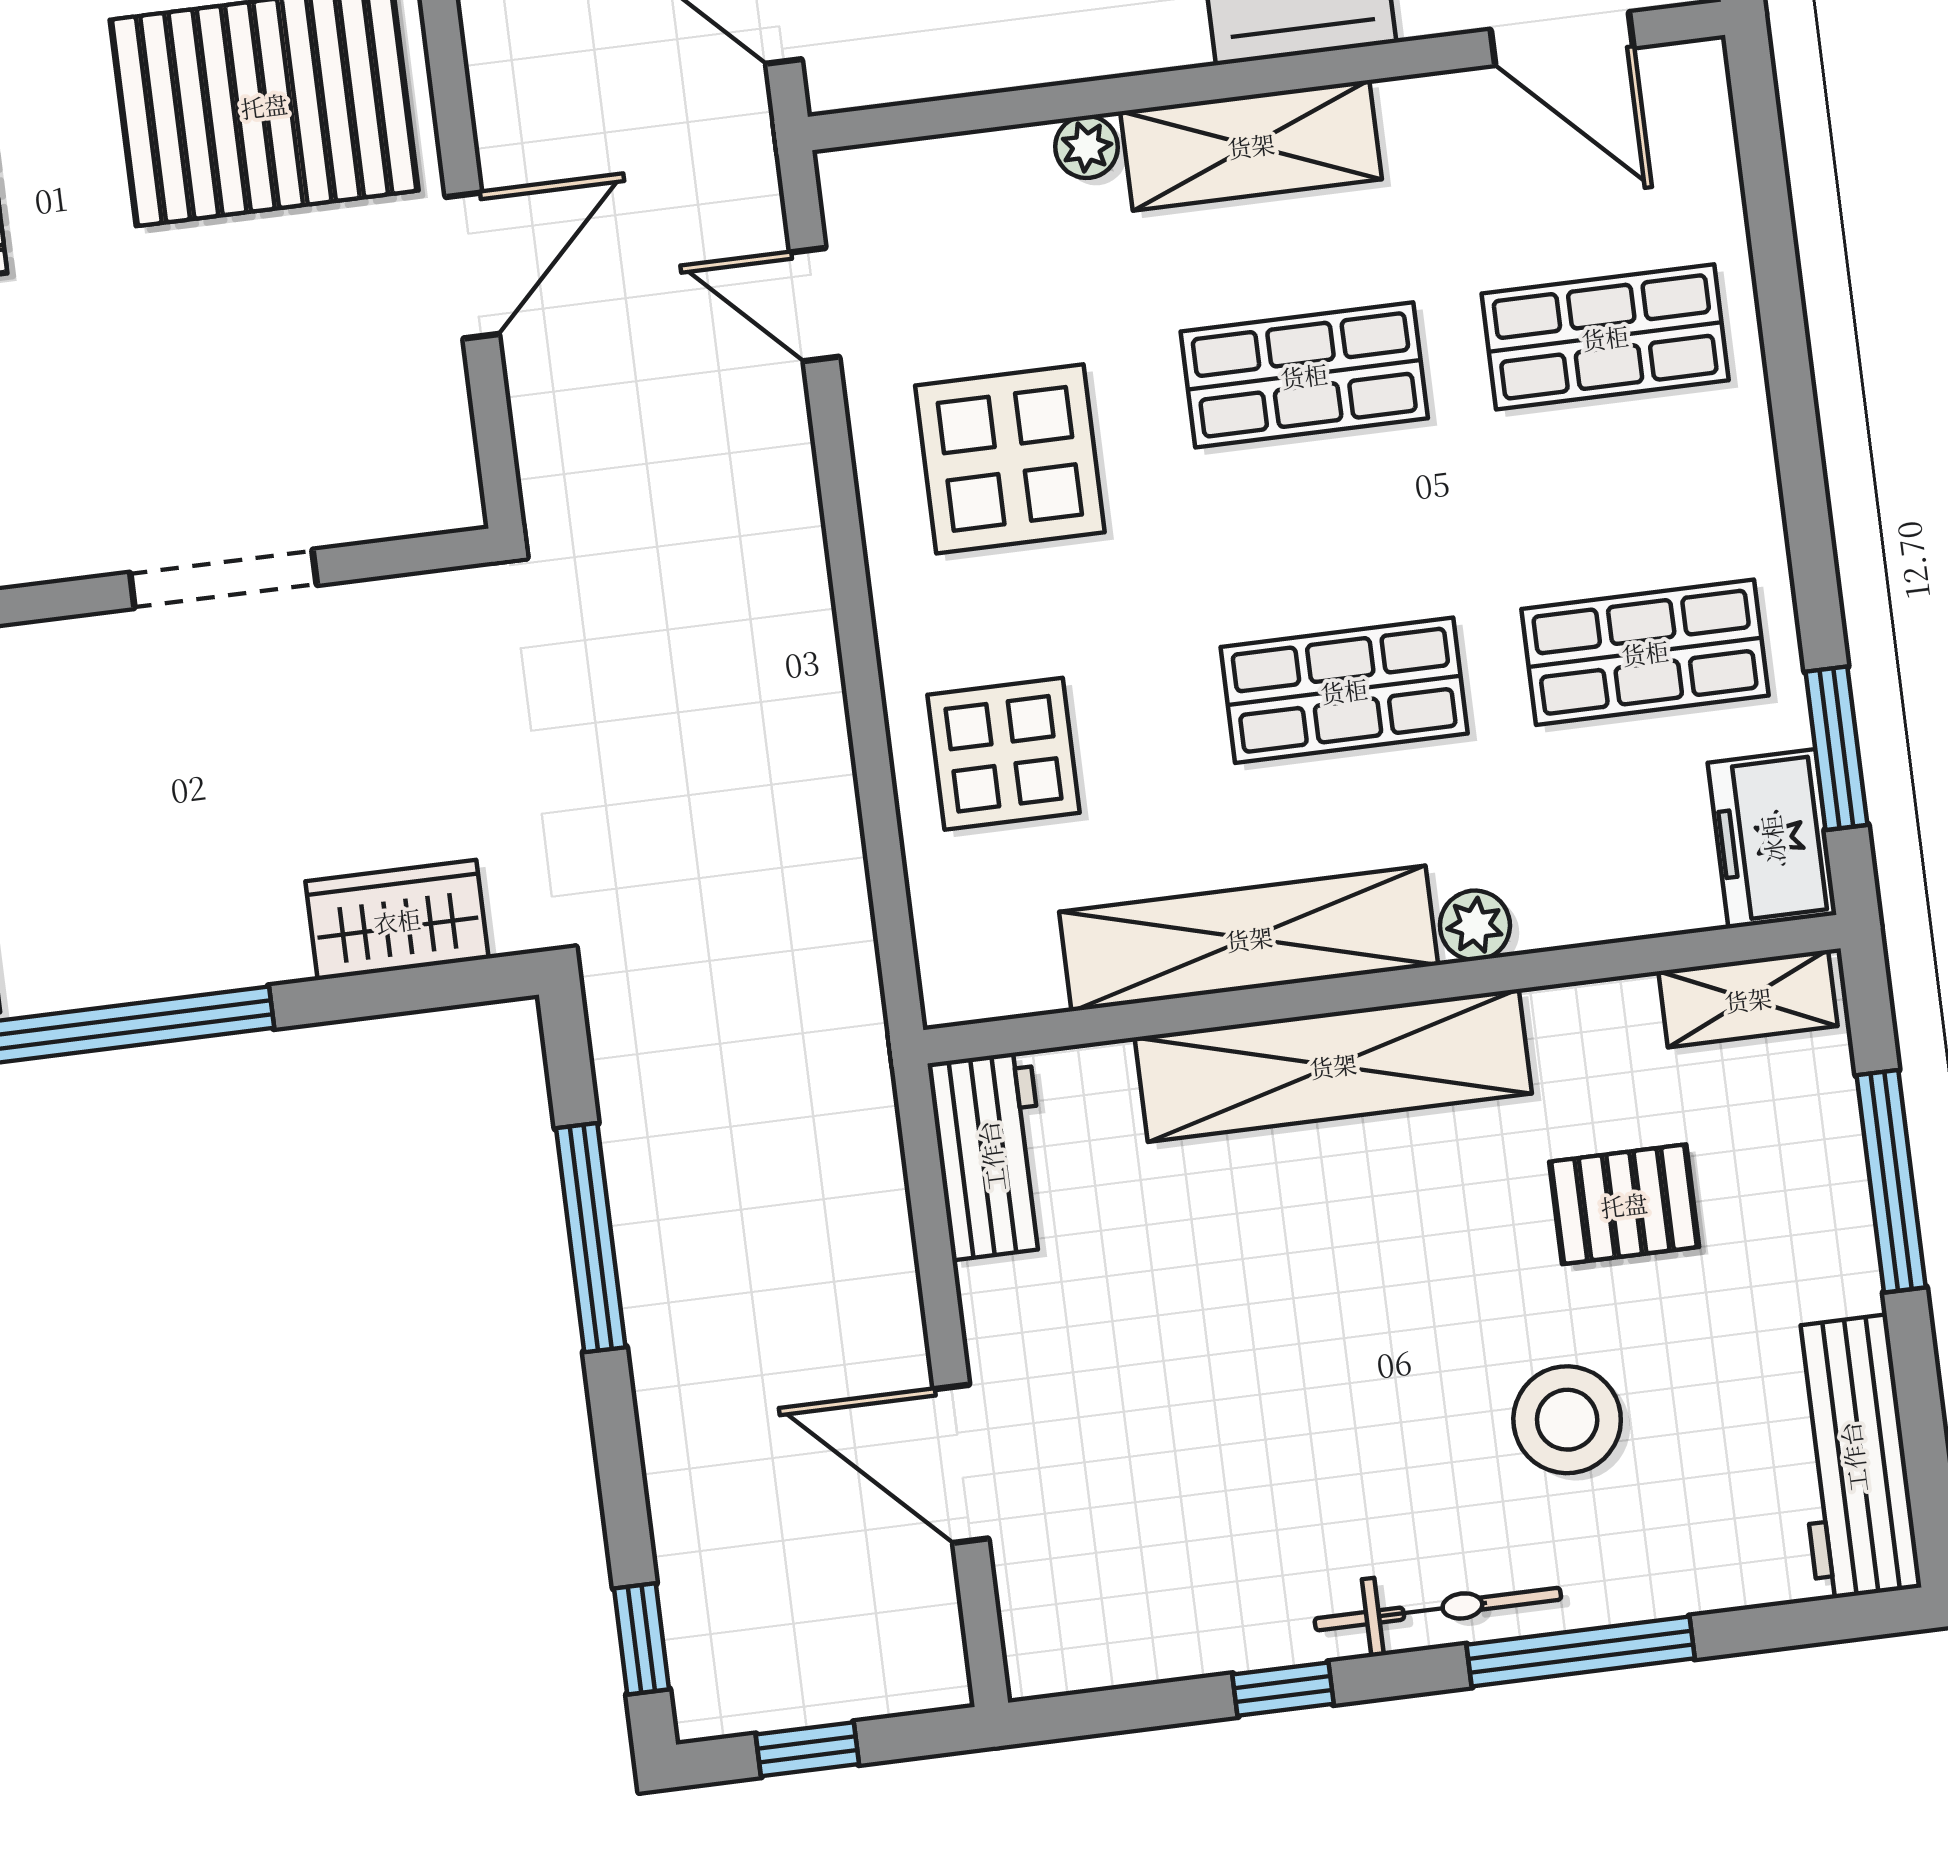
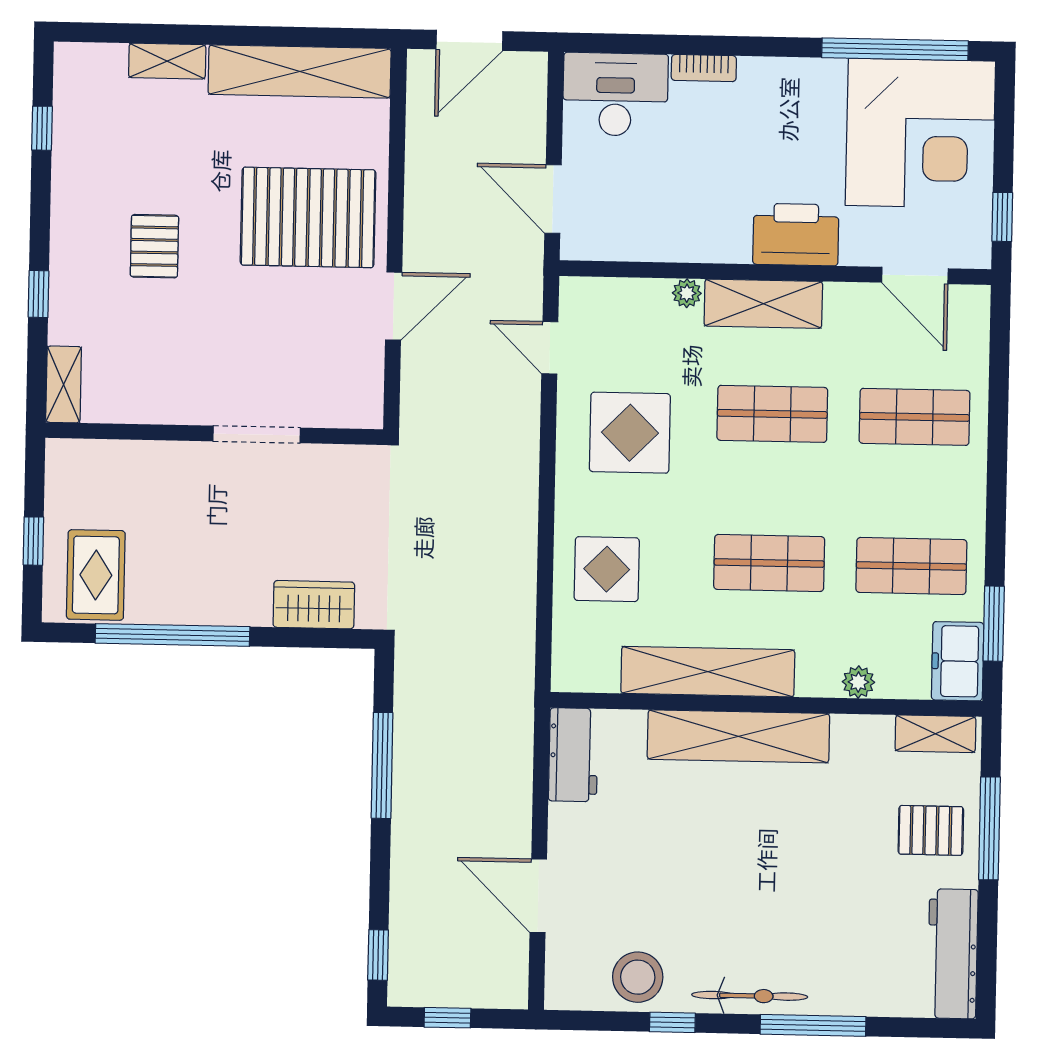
plant: (1475, 925) -> (858, 682), moved
pallet: (1624, 1204) -> (931, 830), moved
stool: (1567, 1420) -> (638, 977), moved

